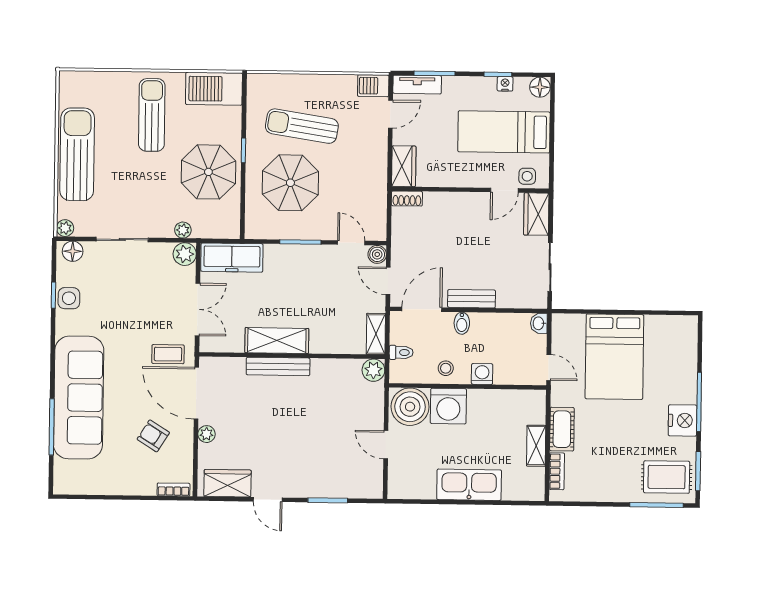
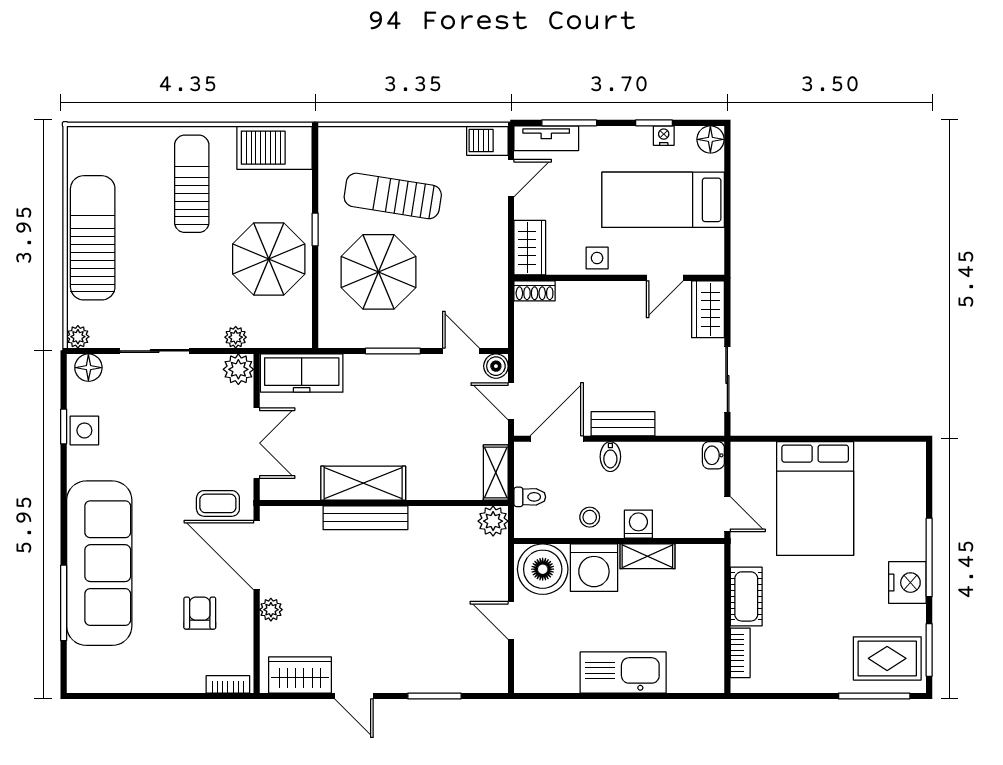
side table: (527, 176) -> (597, 258), moved
armchair: (153, 436) -> (200, 613), turned 58
shelving: (536, 446) -> (647, 556), moved, turned 90

